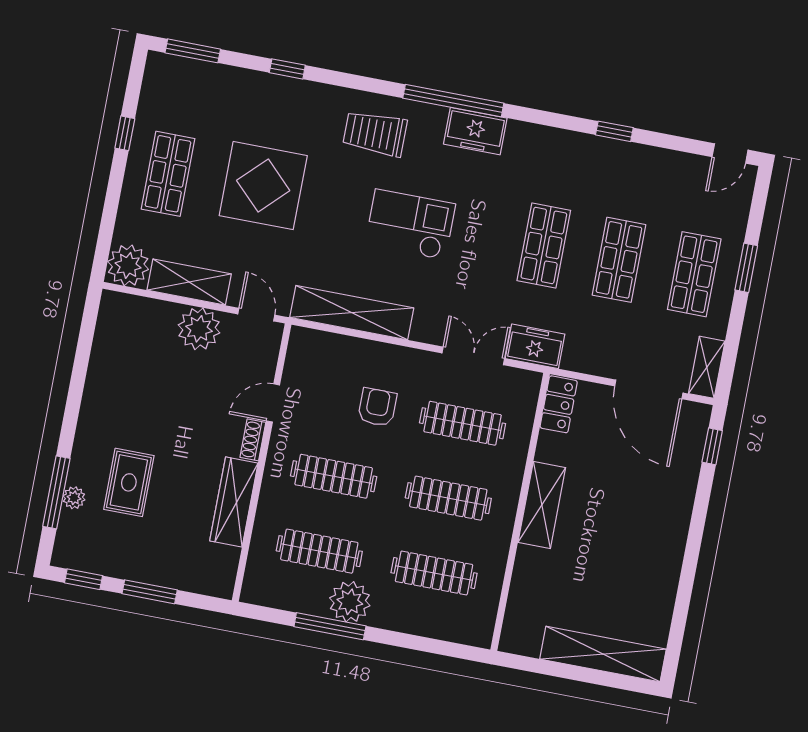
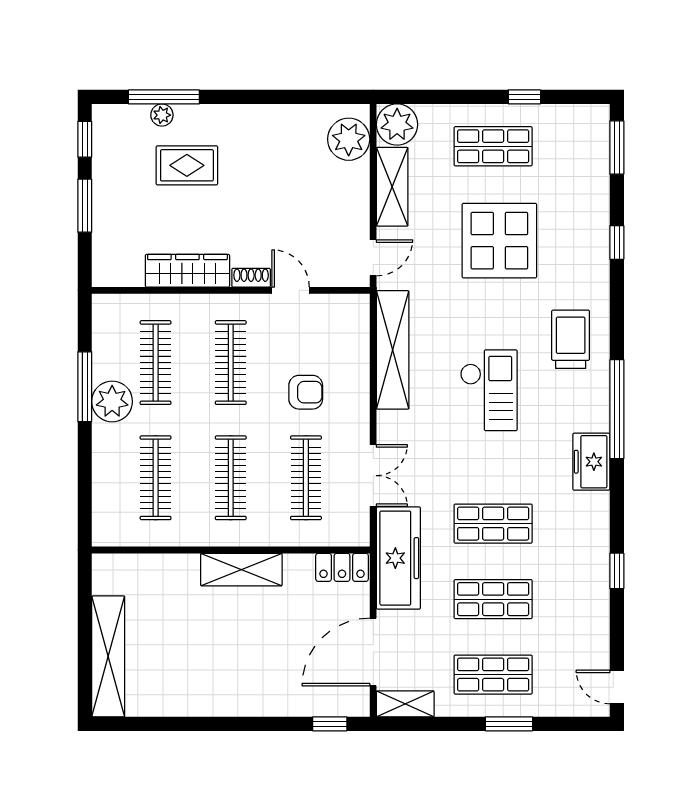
freezer: (475, 131) -> (591, 462), moved
plant: (199, 329) -> (349, 139), moved
freezer: (535, 346) -> (398, 558), width x1.91, depth x1.26

